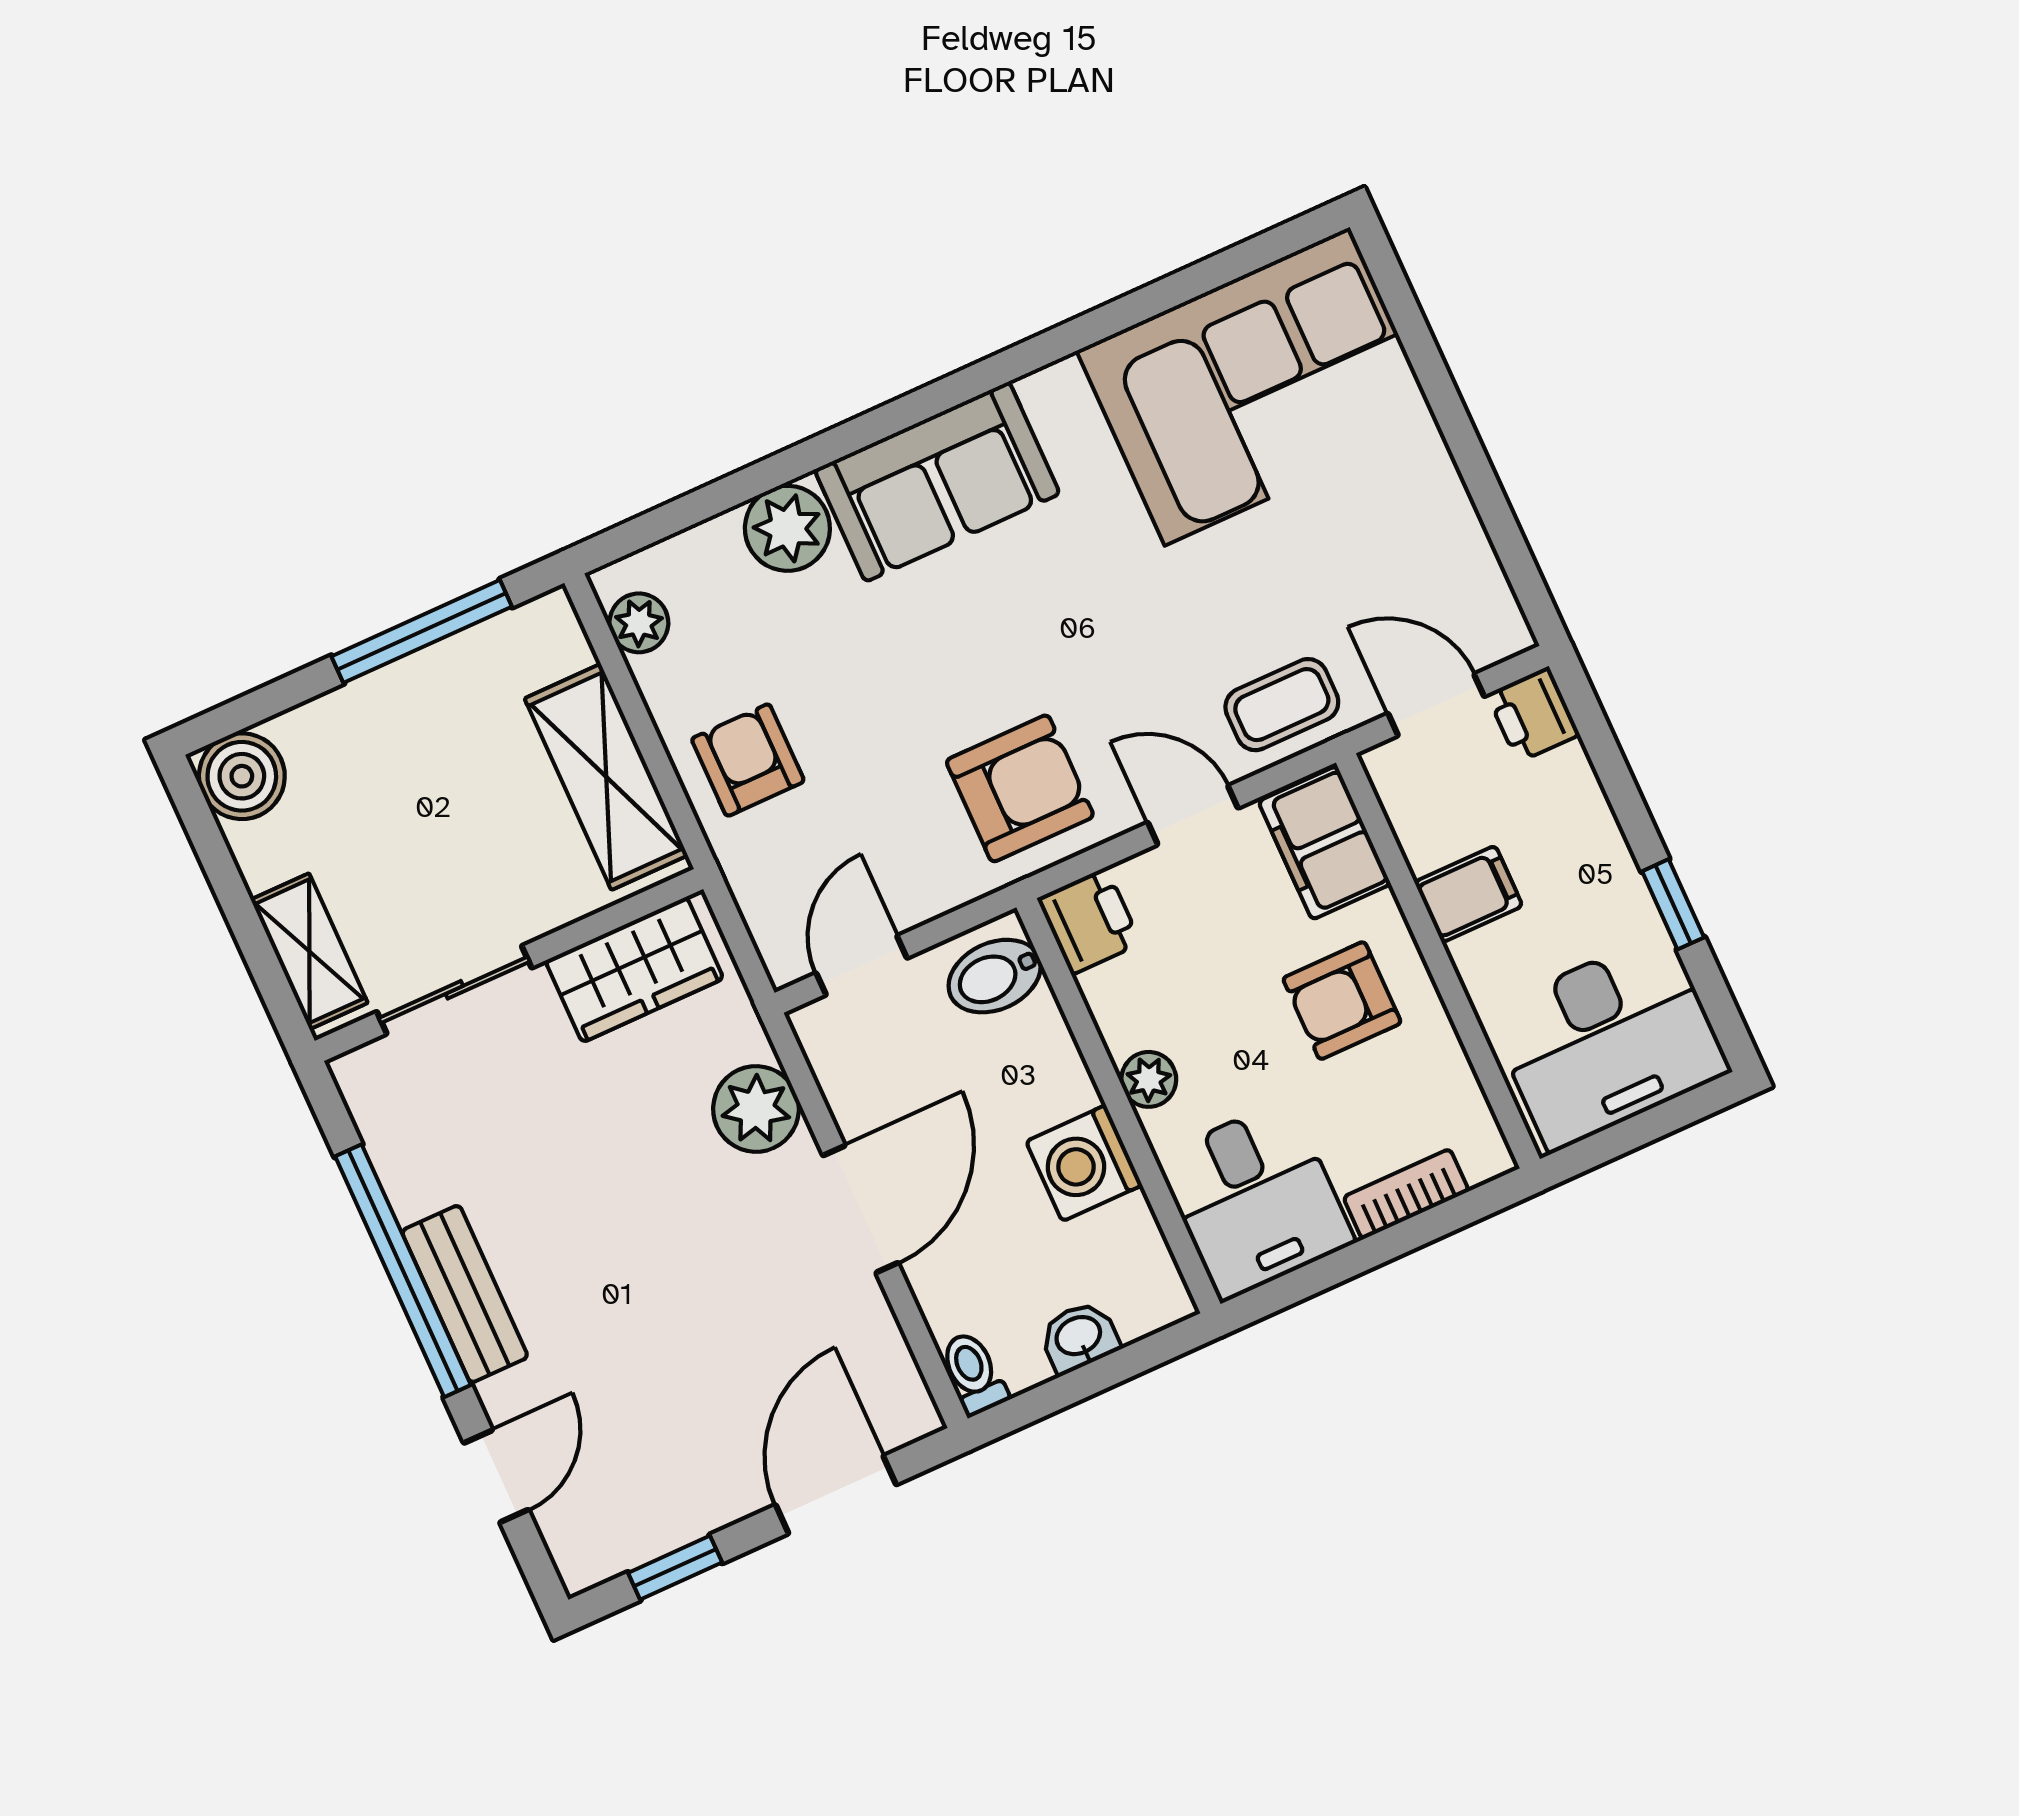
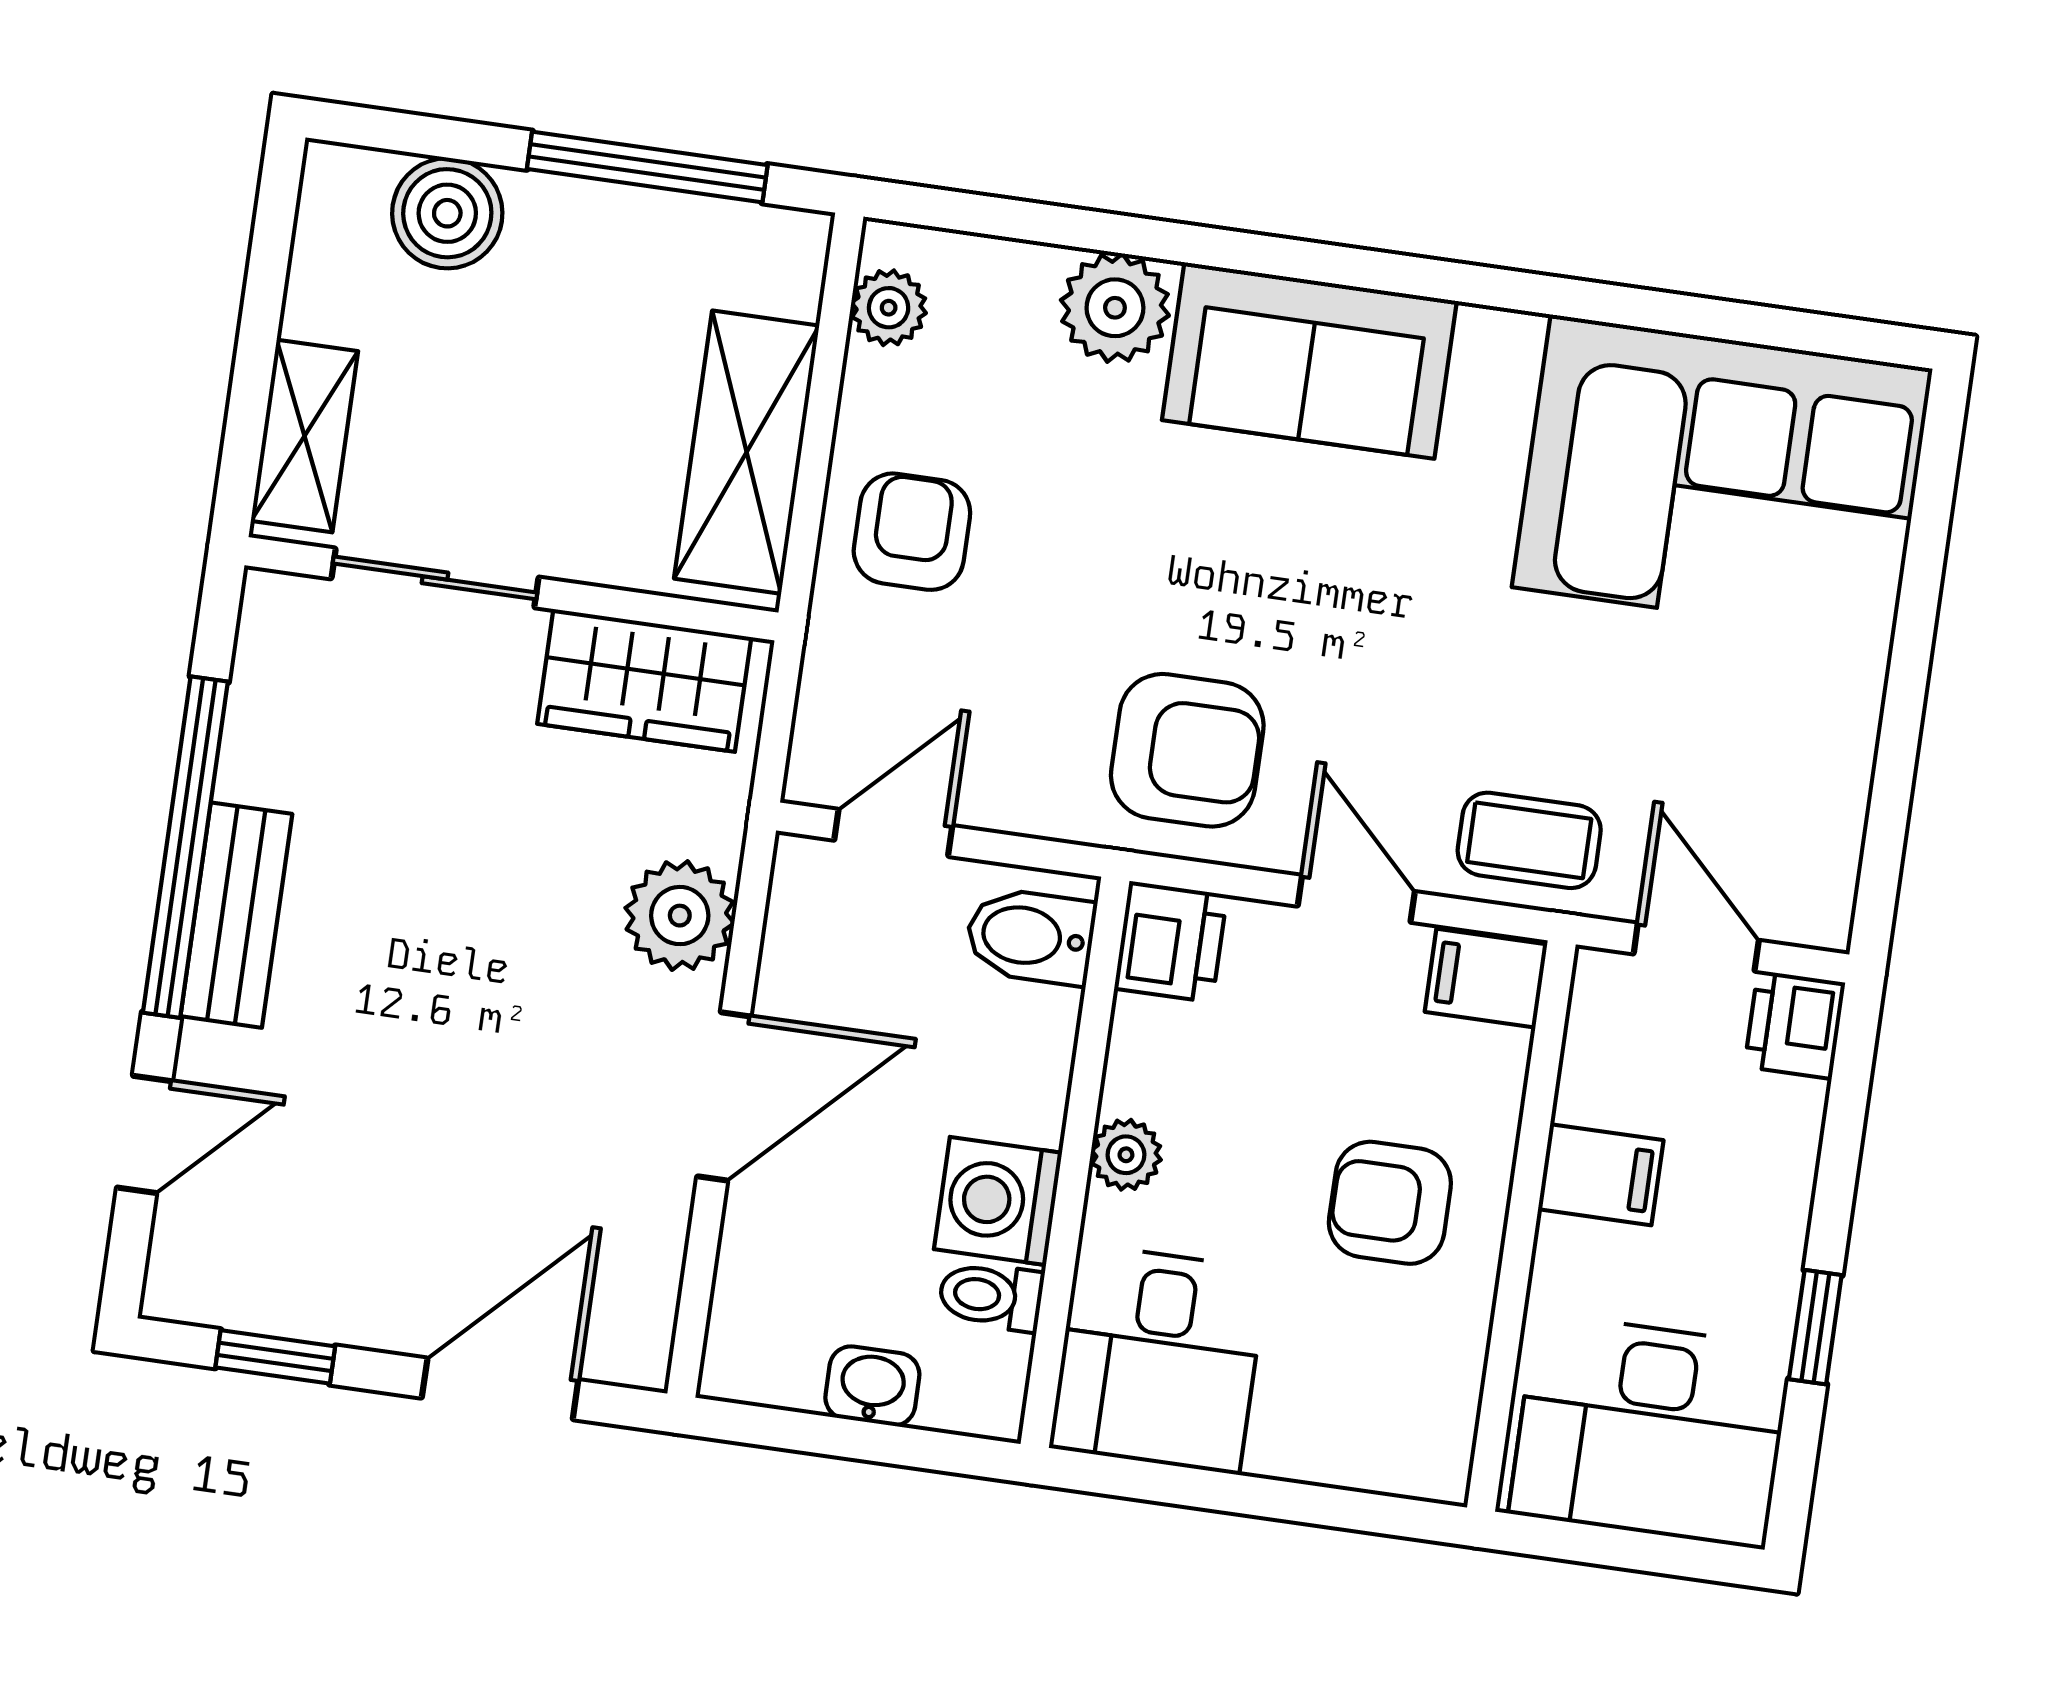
boiler: (242, 776) -> (447, 213), moved
filing cabinet: (1325, 843) -> (1486, 978), width x0.50
bookcase: (1406, 1194) -> (1326, 1457), removed
toilet: (973, 1373) -> (991, 1296), moved, turned -90

